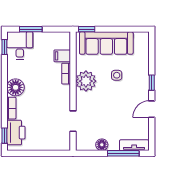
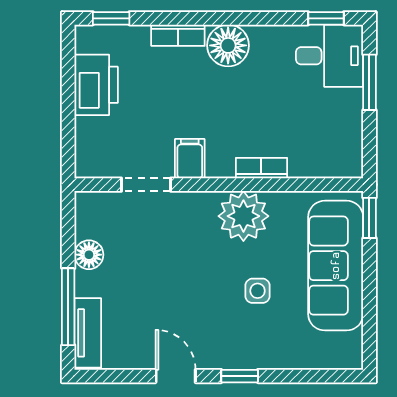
filing cabinet: (62, 56) -> (190, 159), moved
printer: (16, 133) -> (96, 85), moved, turned -90

